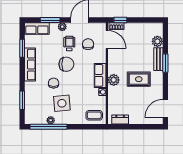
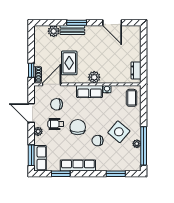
window: (50, 20) -> (31, 155), moved
rug: (139, 79) -> (69, 63), moved
side table: (62, 103) -> (119, 132), turned 45
door: (165, 109) -> (112, 23), moved

